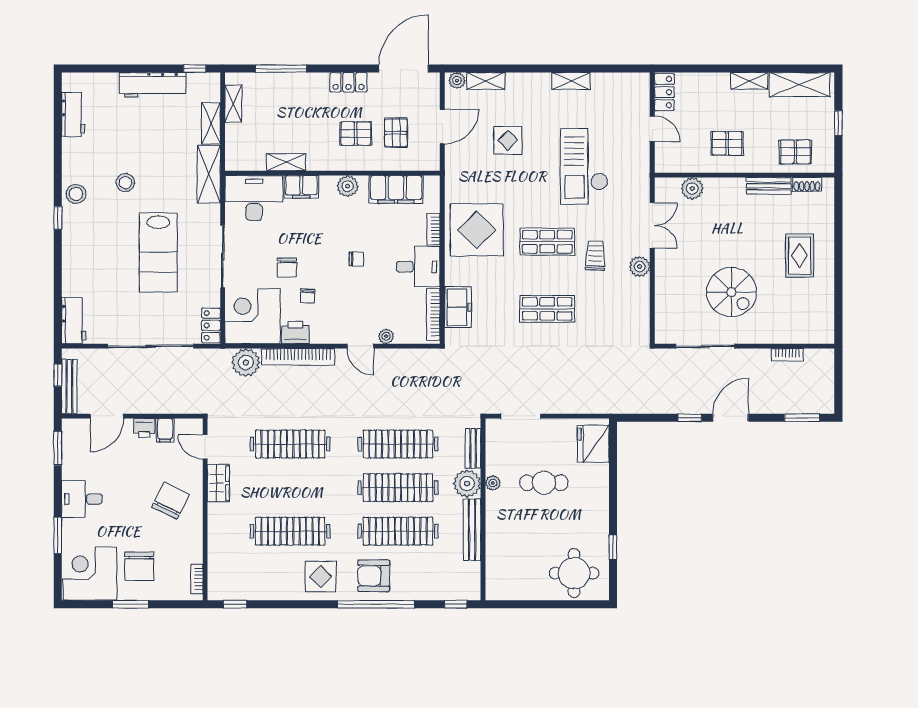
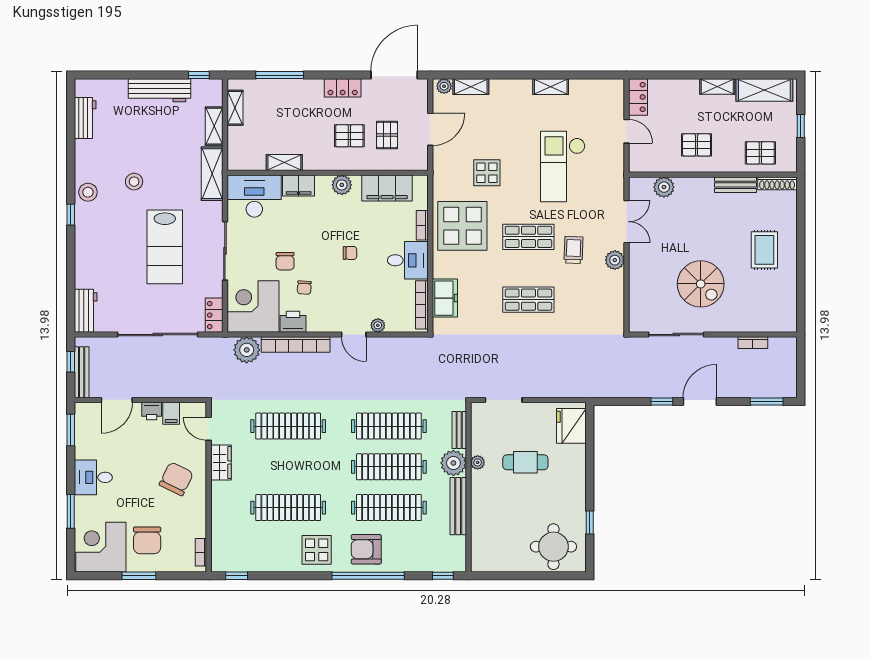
display table: (508, 140) -> (487, 173), moved
shoe rack: (807, 184) -> (777, 183), width x1.43

